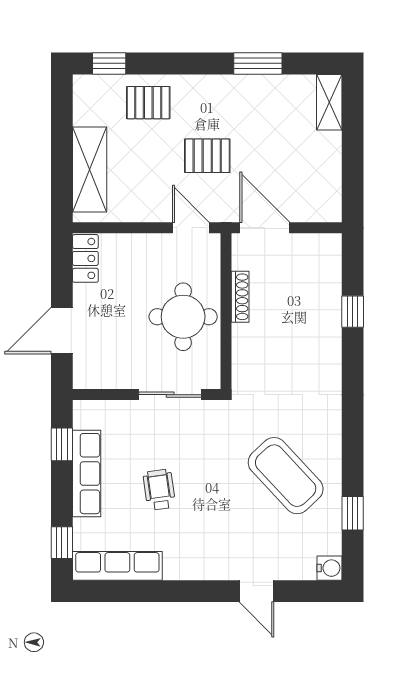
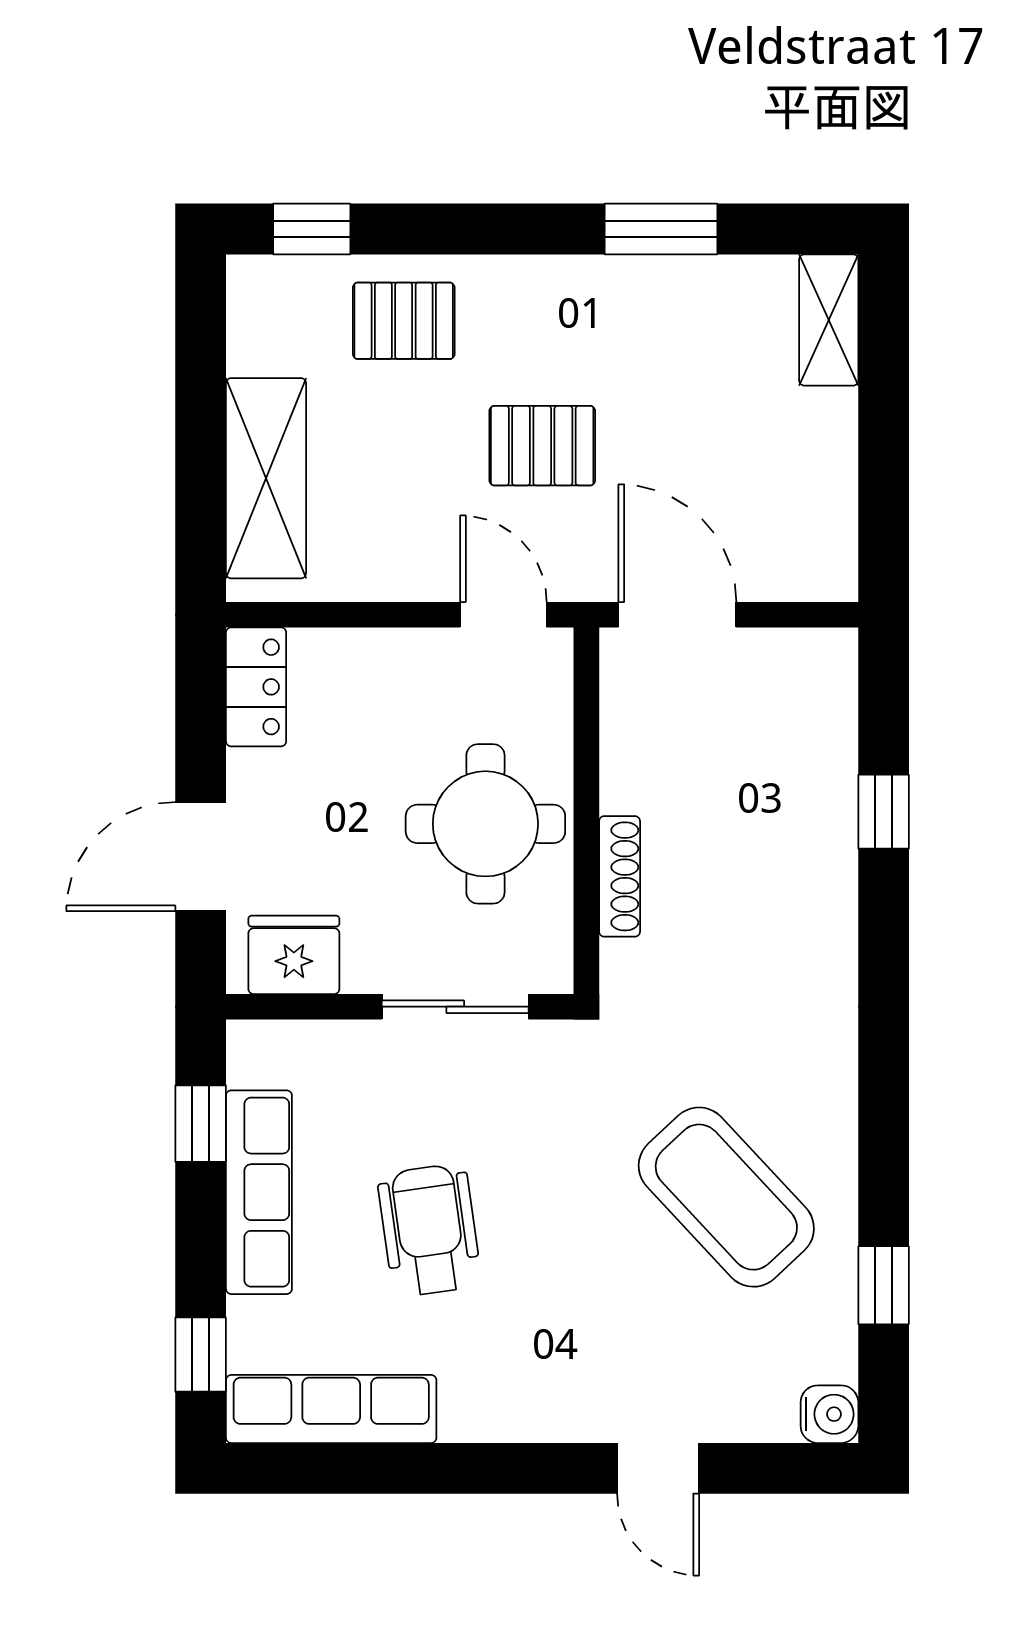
shoe rack: (240, 297) -> (620, 876), moved
fridge: (101, 373) -> (294, 955), added
wheelchair: (159, 490) -> (429, 1230), width x1.36, depth x1.37

